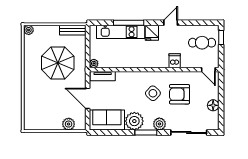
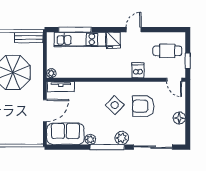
window: (129, 23) -> (75, 30), moved
window: (221, 38) -> (188, 61), moved
door: (88, 98) -> (45, 111), swing flipped
plant: (134, 121) -> (90, 139), width x0.53, depth x0.53
plant: (69, 124) -> (24, 138), removed
window: (146, 132) -> (107, 147), width x1.44

